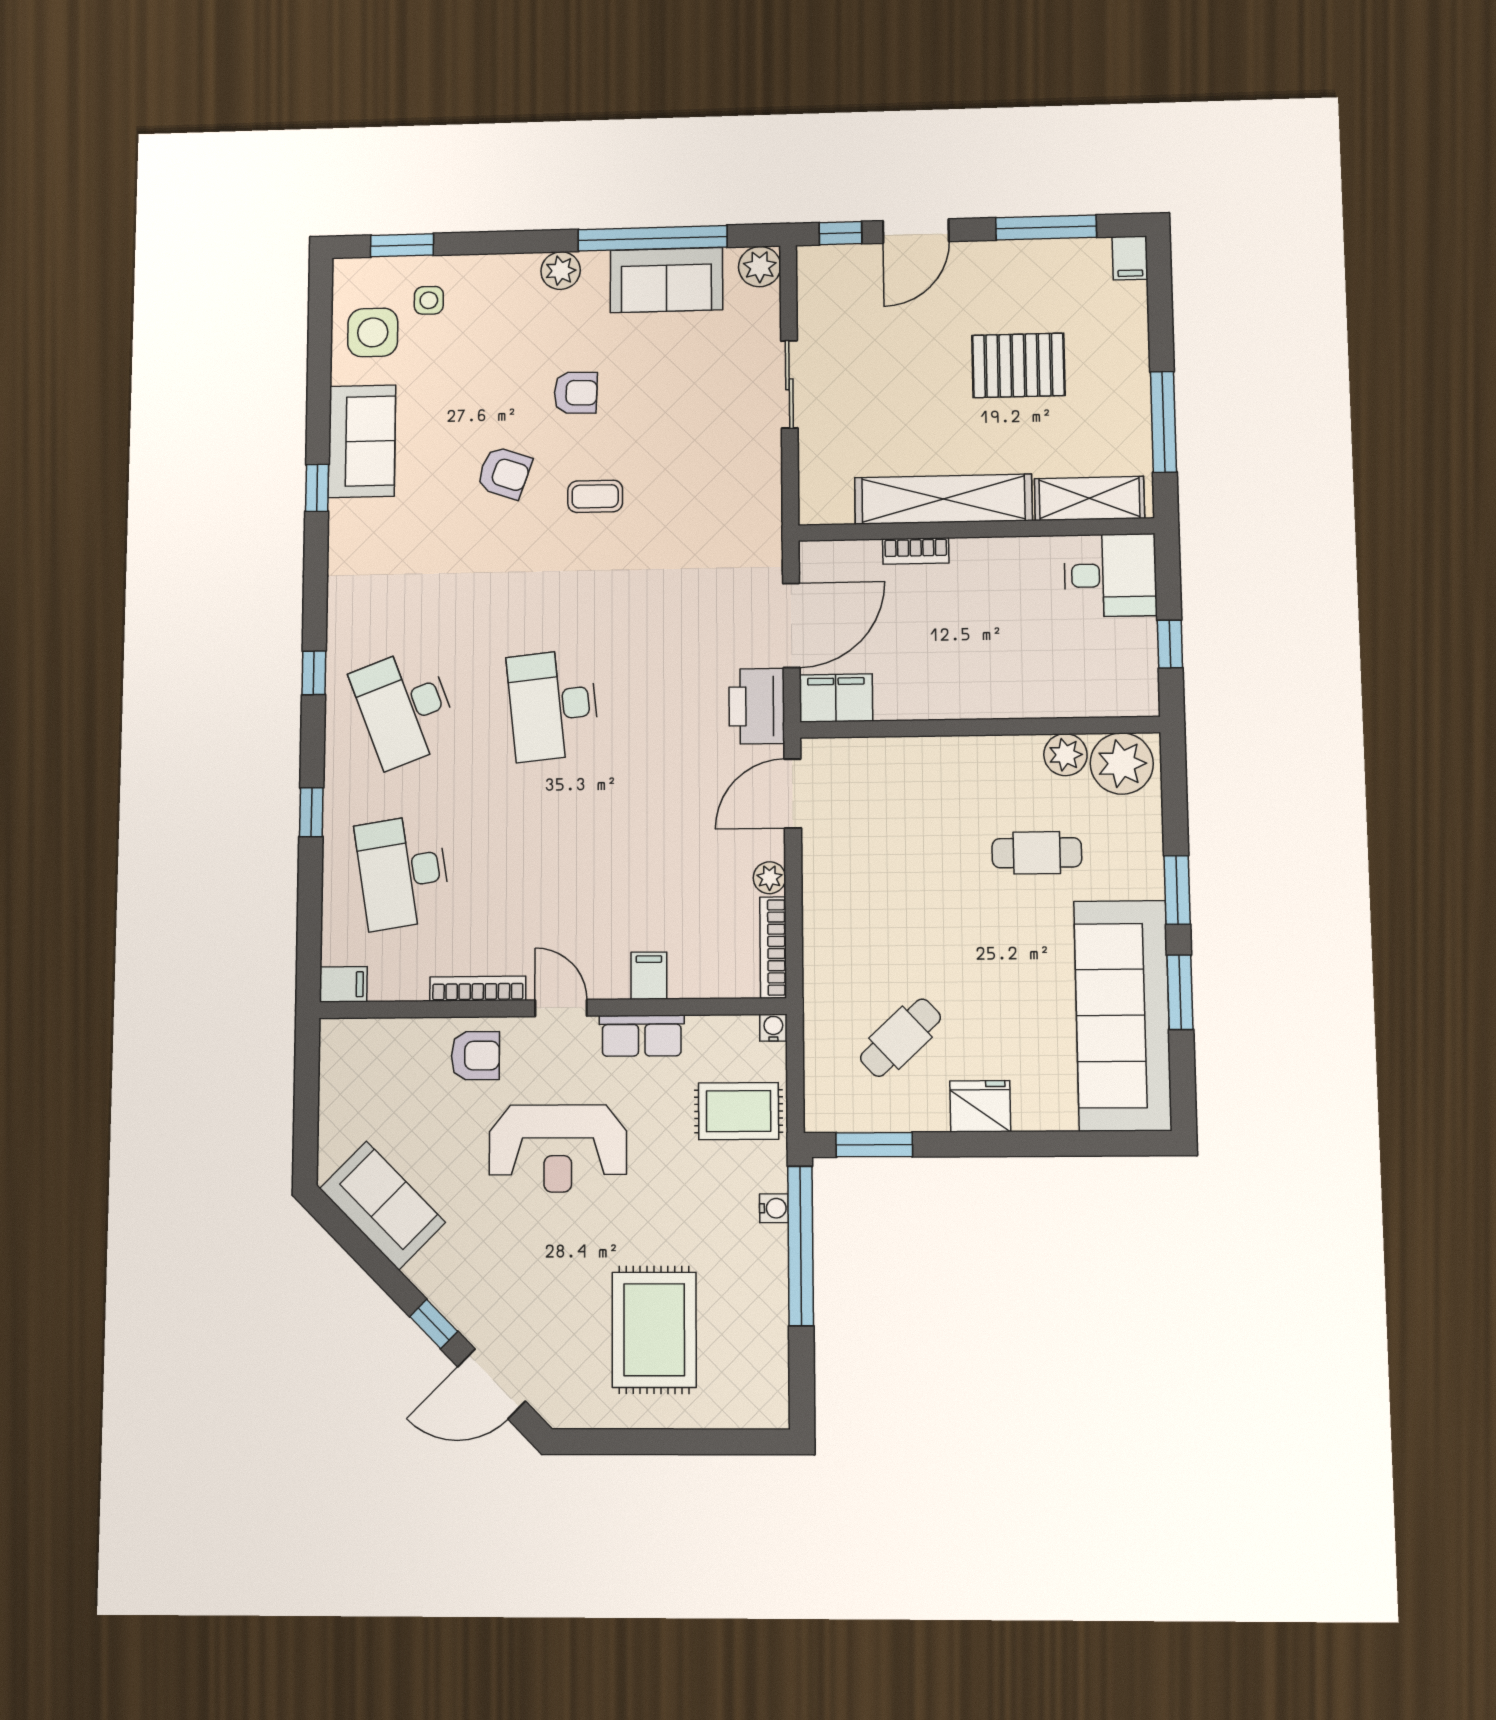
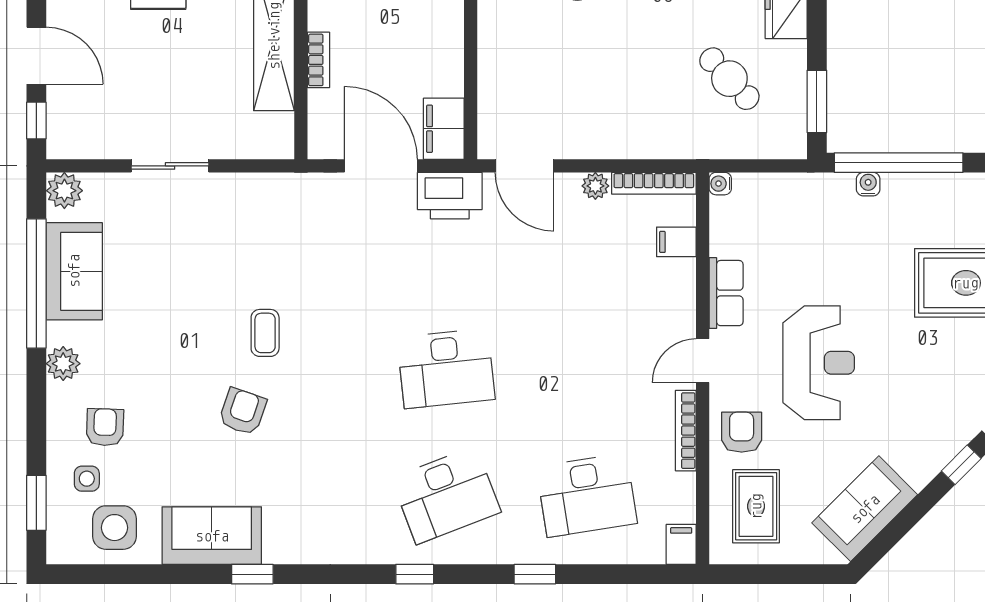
armchair: (576, 393) -> (105, 427), moved
filing cabinet: (649, 976) -> (676, 242), moved
rug: (739, 1111) -> (756, 506), moved

